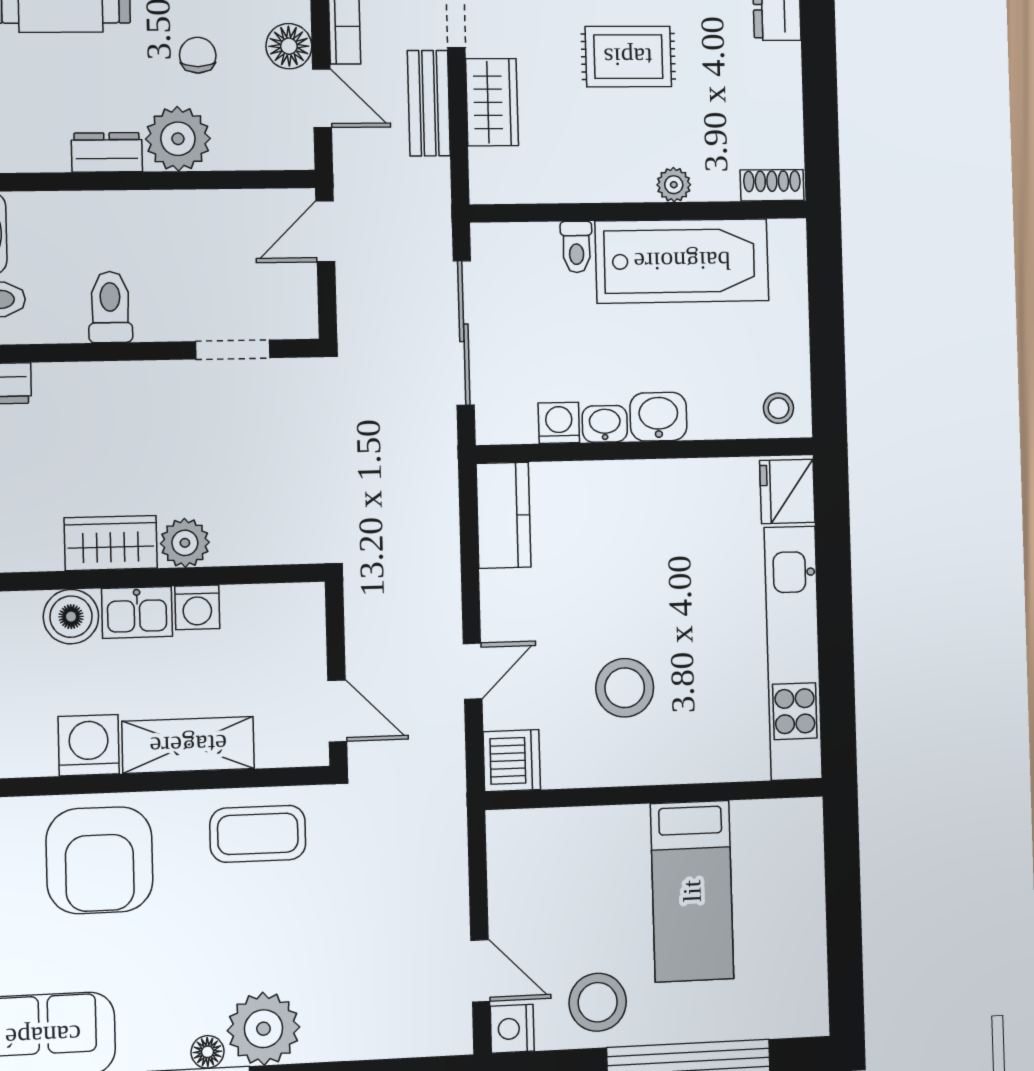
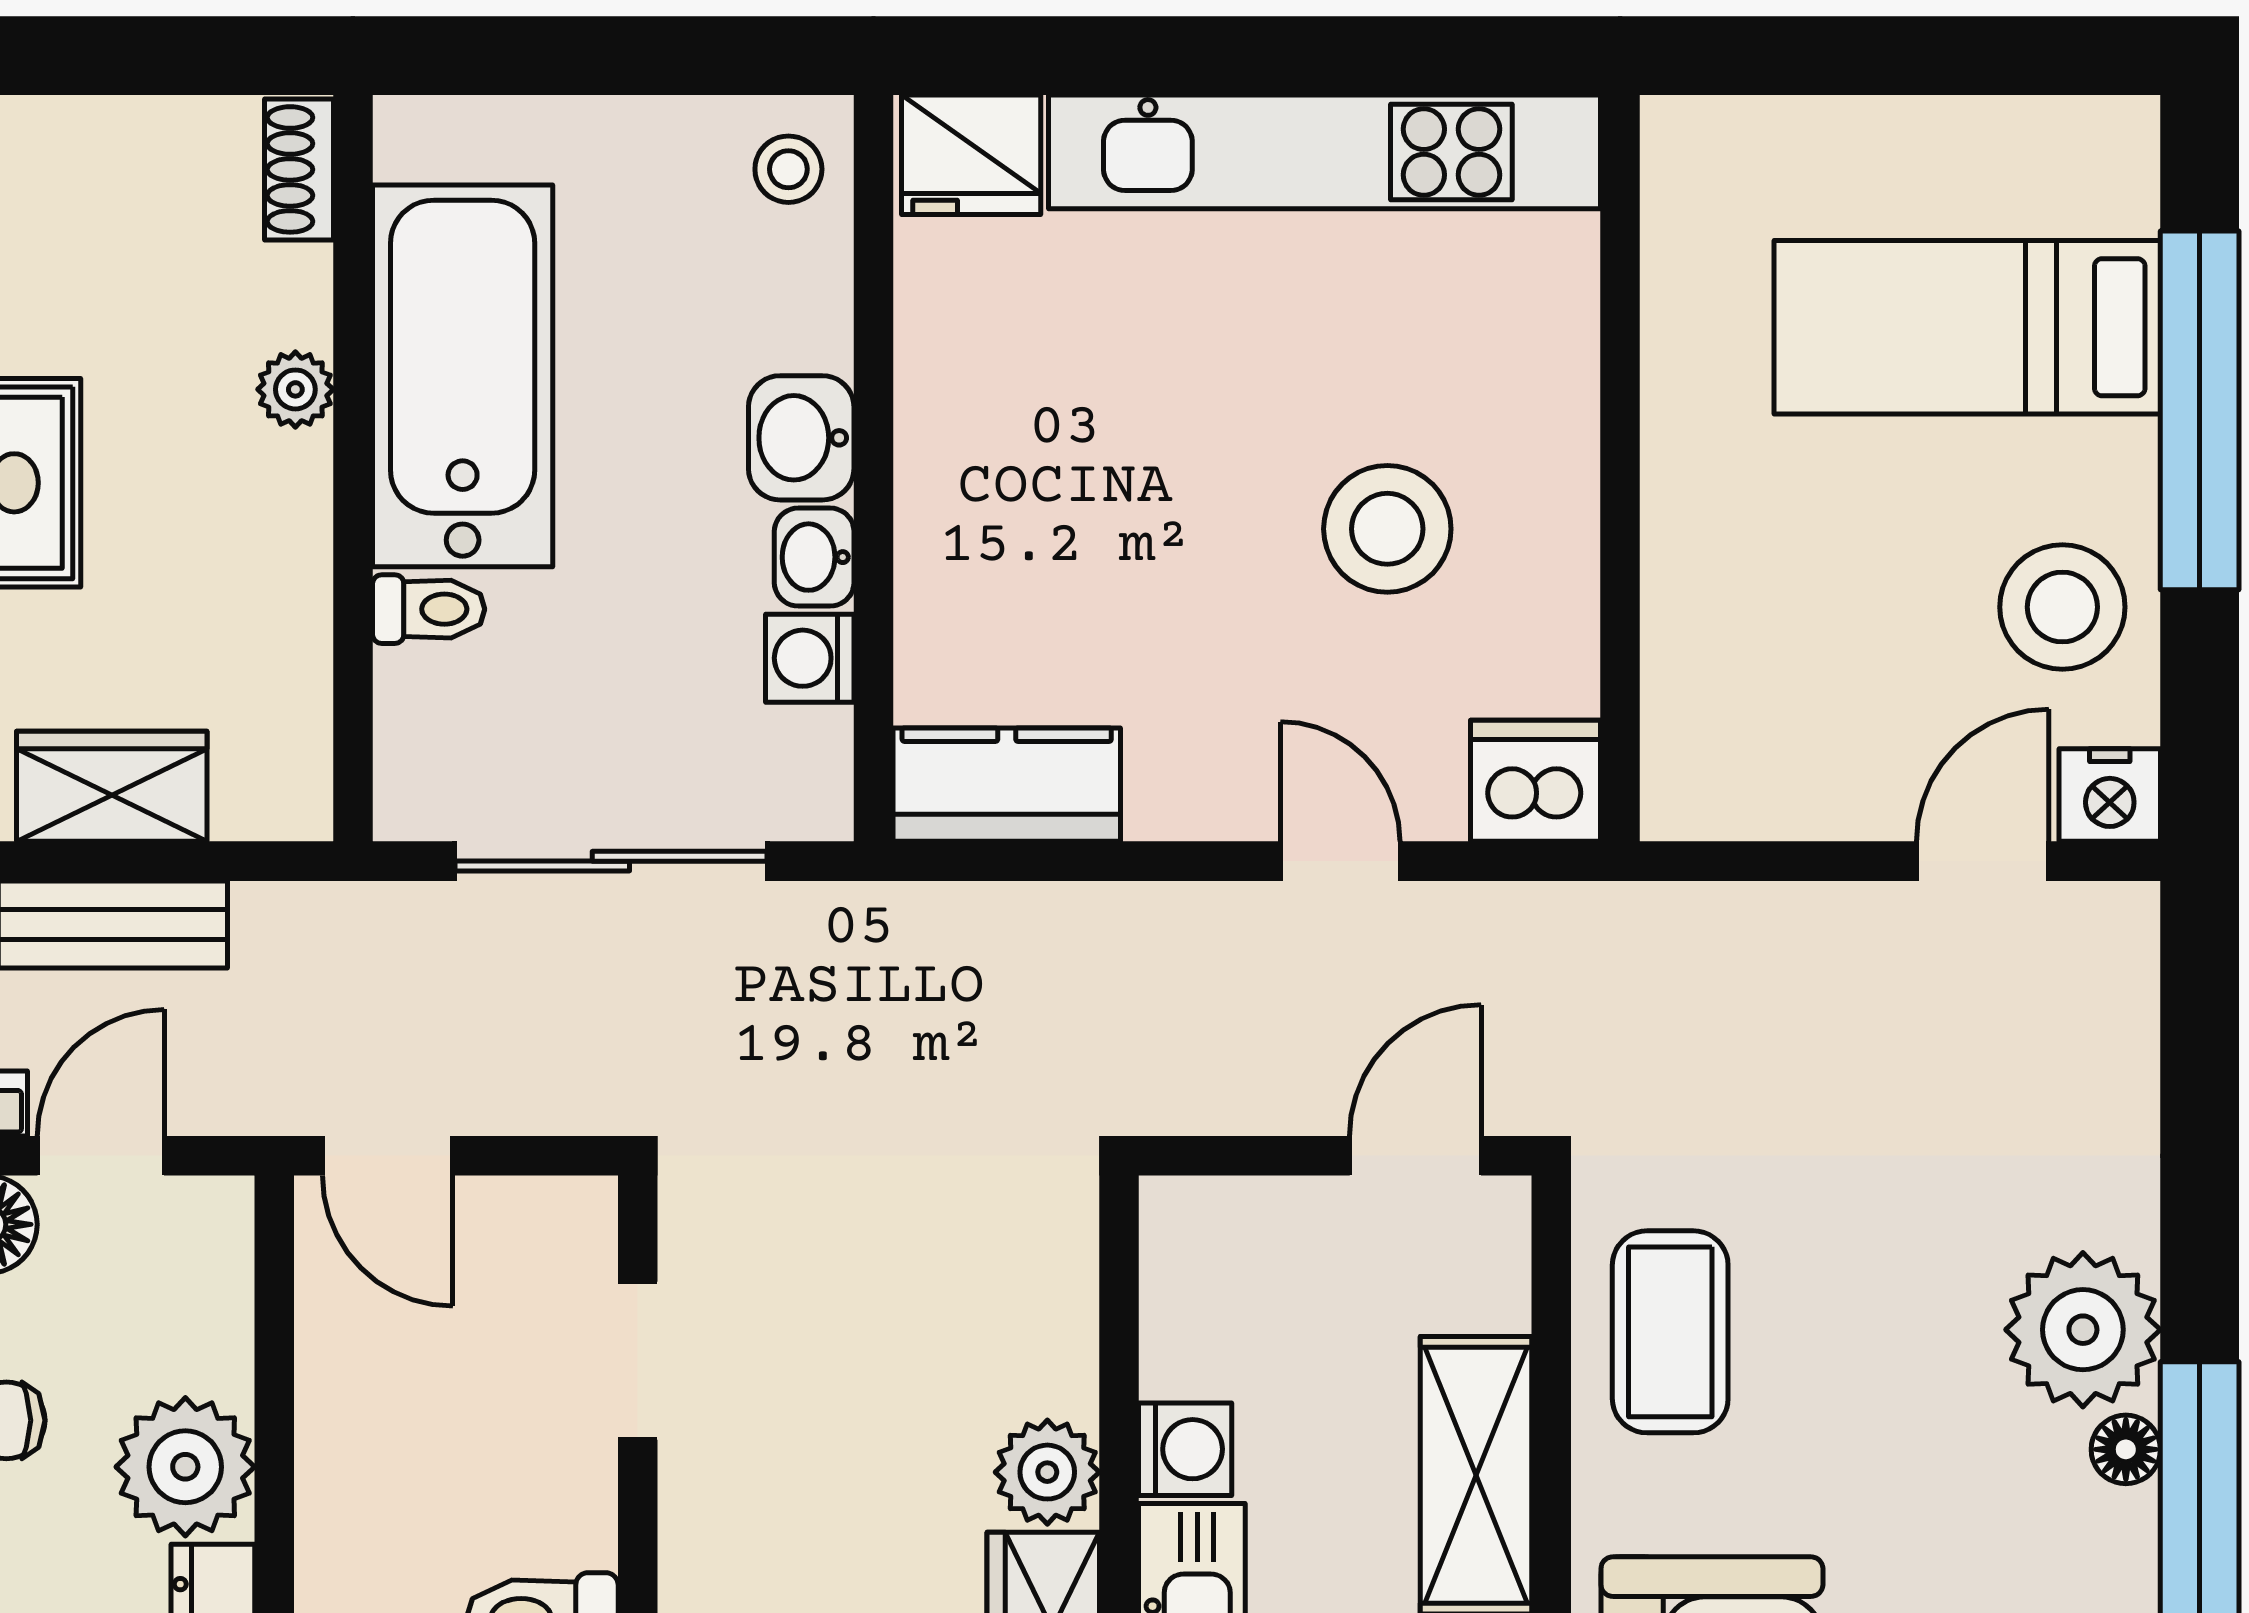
bed: (692, 891) -> (1967, 327), moved, turned 180

